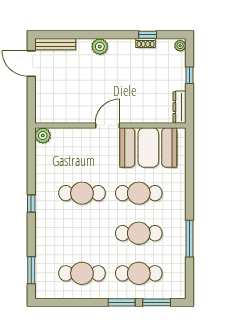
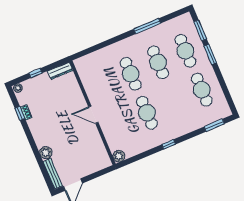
plant: (100, 47) -> (46, 153), moved
booth: (148, 147) -> (97, 80), removed

